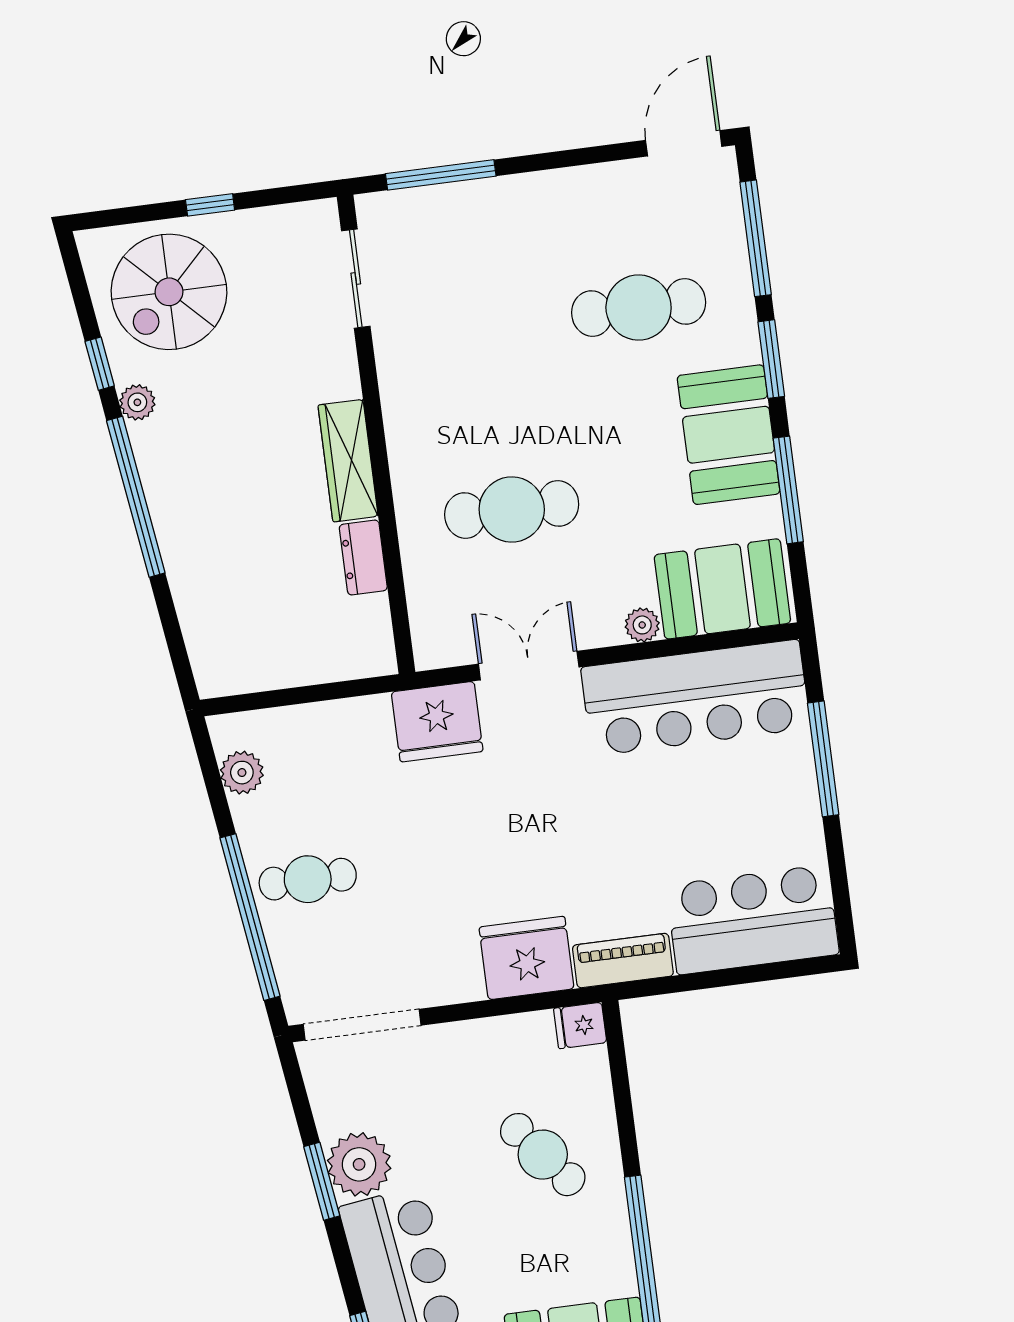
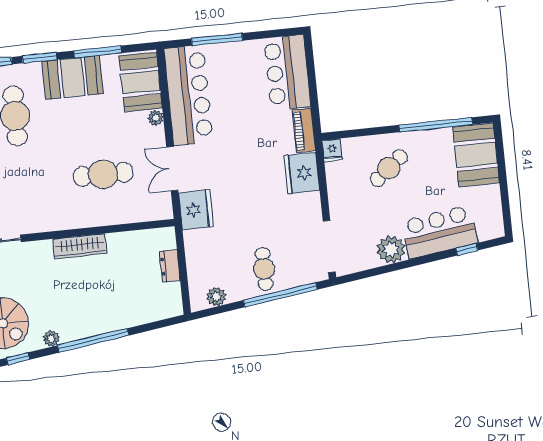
window: (100, 364) -> (18, 359), moved
cafe table: (512, 509) -> (103, 174), turned 90
dresser: (363, 558) -> (170, 266), moved, turned 90
window: (322, 1181) -> (398, 266), removed

